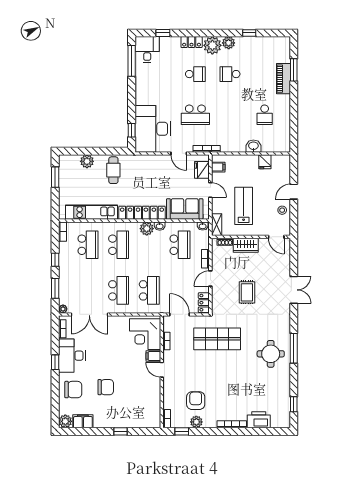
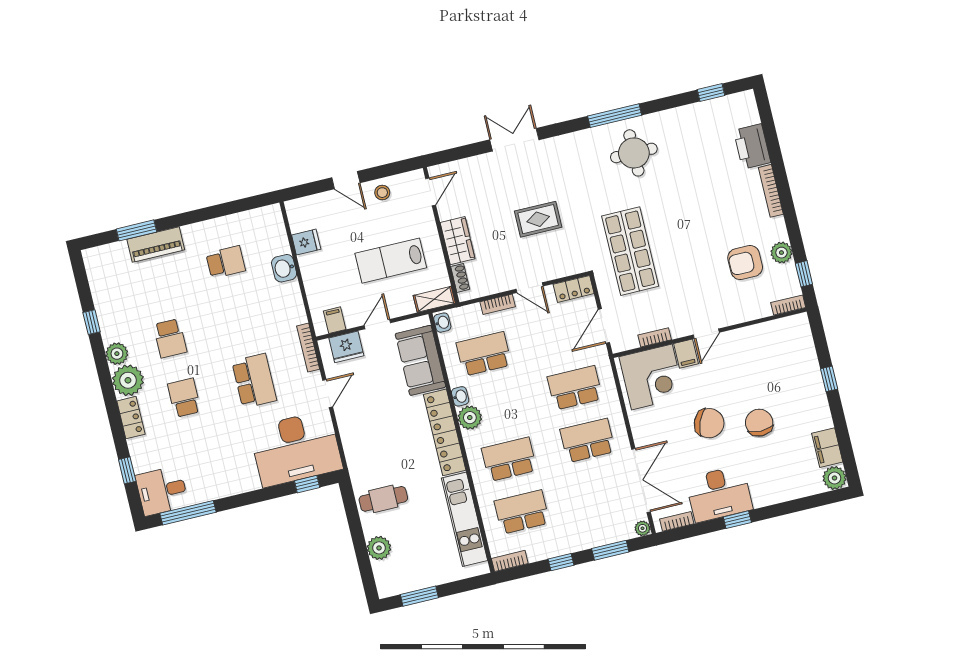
chair: (73, 390) -> (709, 423), moved, turned 113

